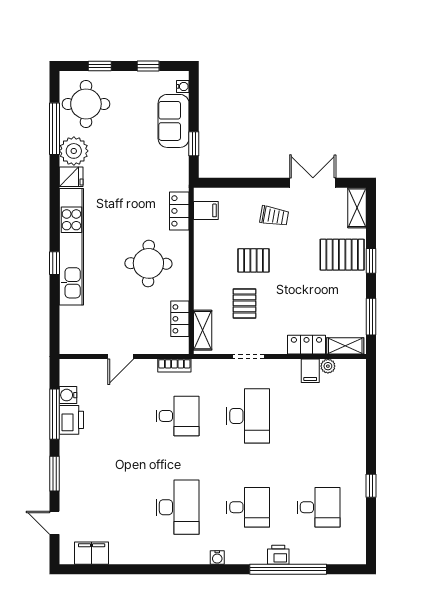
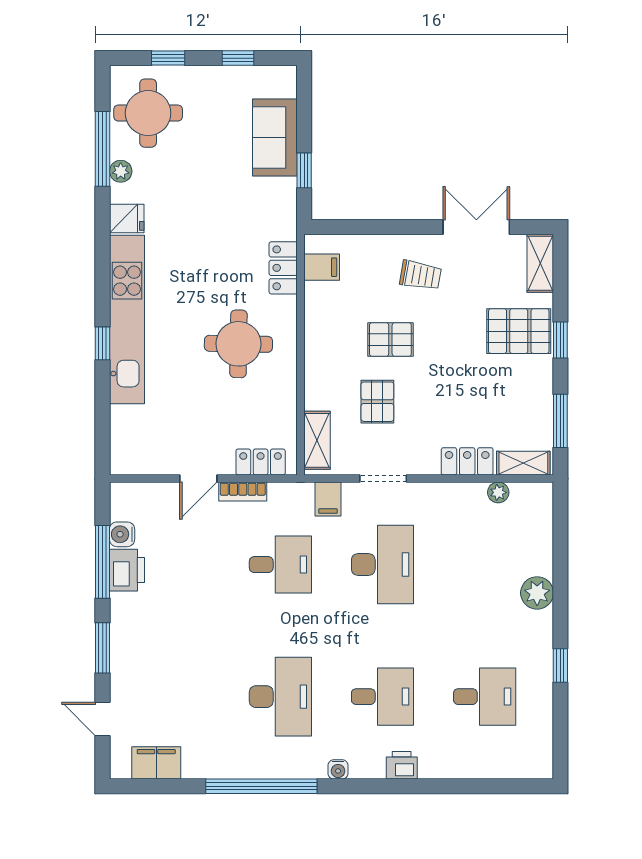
water cooler: (183, 86) -> (288, 88), removed
plant: (74, 151) -> (121, 171), width x0.53, depth x0.53
locker: (180, 319) -> (261, 462), moved, turned 90
bookcase: (174, 365) -> (243, 491), moved
filing cabinet: (310, 371) -> (328, 499), moved
plant: (355, 436) -> (537, 593), added
printer: (278, 555) -> (402, 765), moved
window: (288, 569) -> (261, 786), moved

